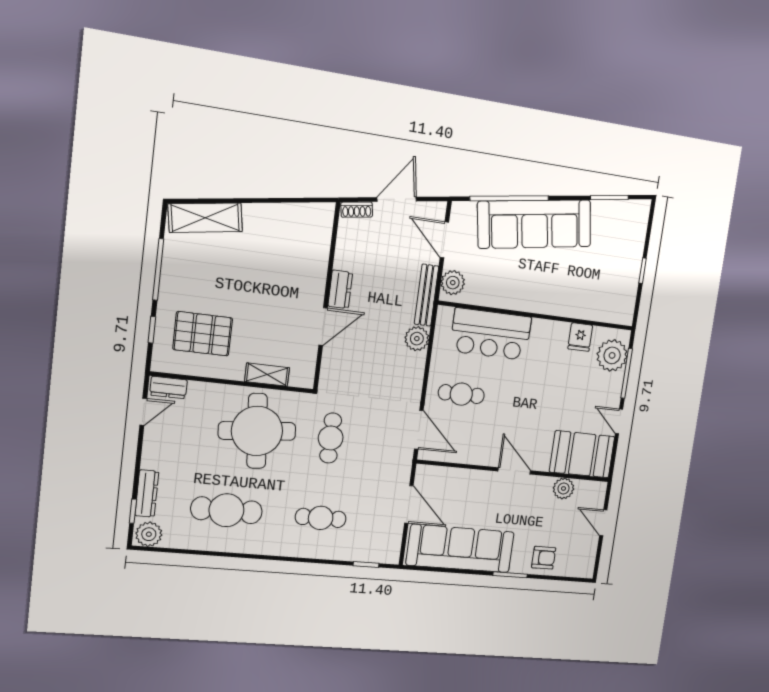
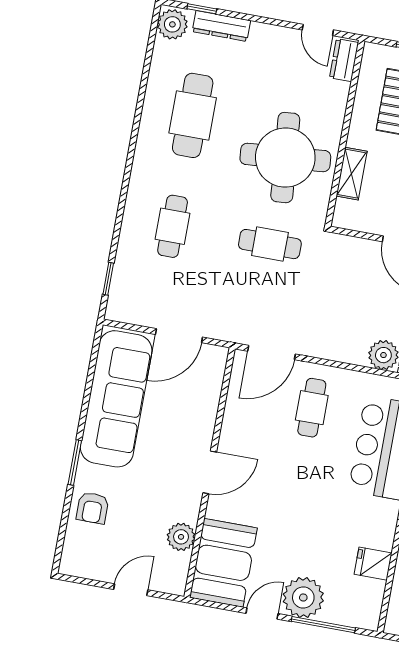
plant: (612, 355) -> (303, 598), moved

